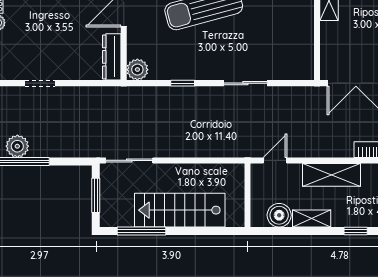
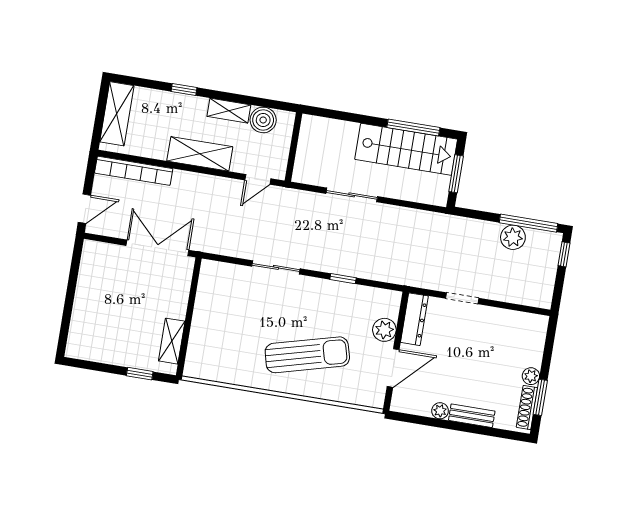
plant: (137, 70) -> (384, 330), moved
doorway: (40, 83) -> (462, 298), moved
plant: (17, 146) -> (513, 237), moved
sliding door: (129, 160) -> (352, 195), moved
stairs: (180, 210) -> (406, 149), moved

